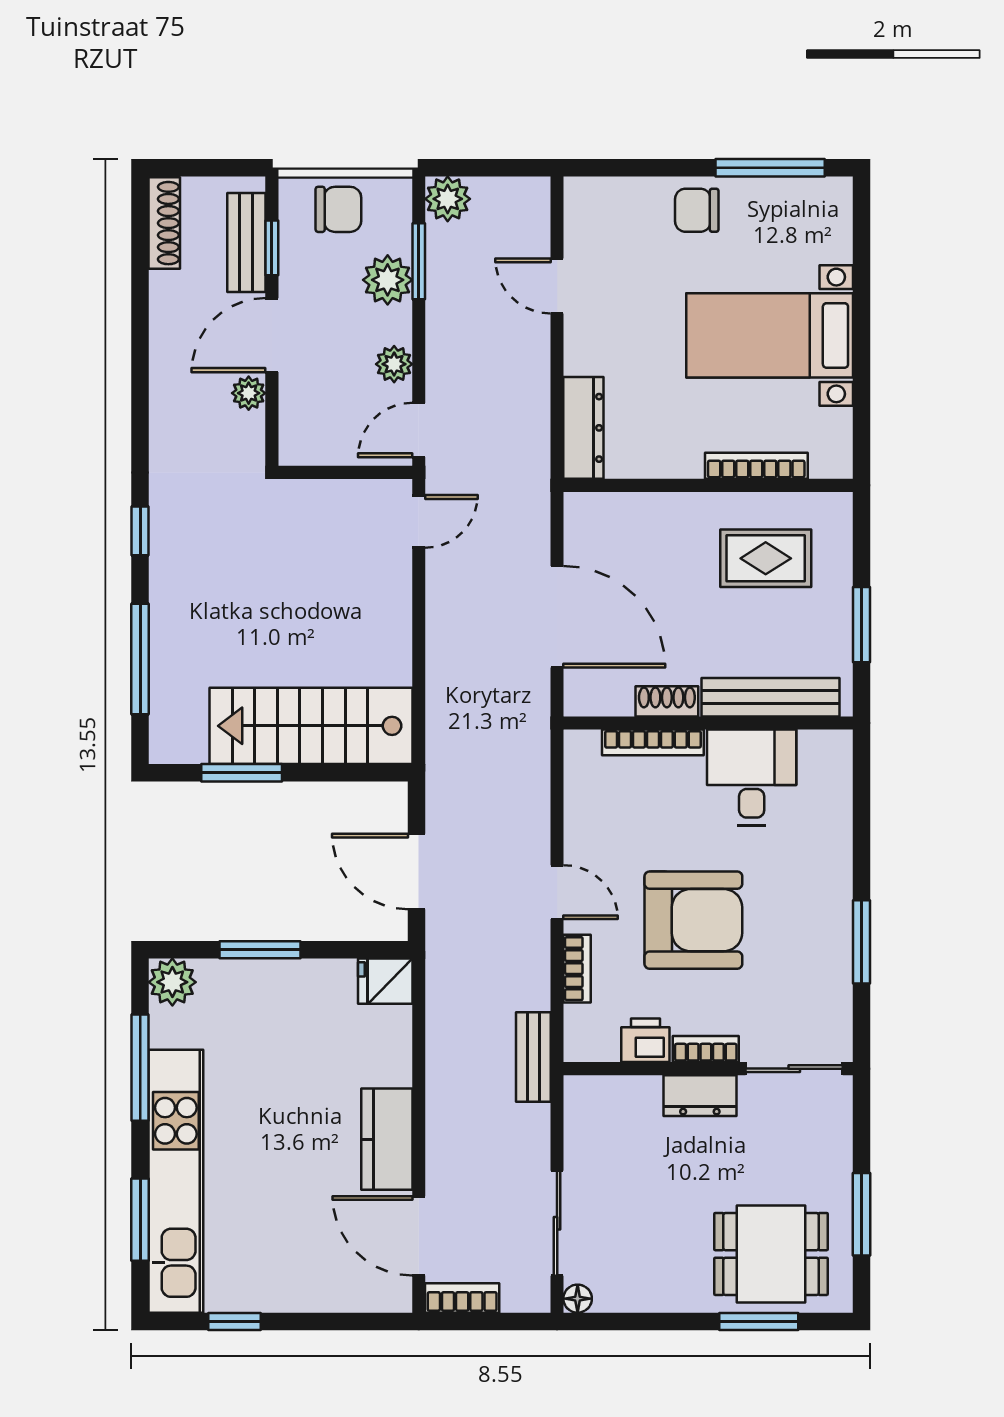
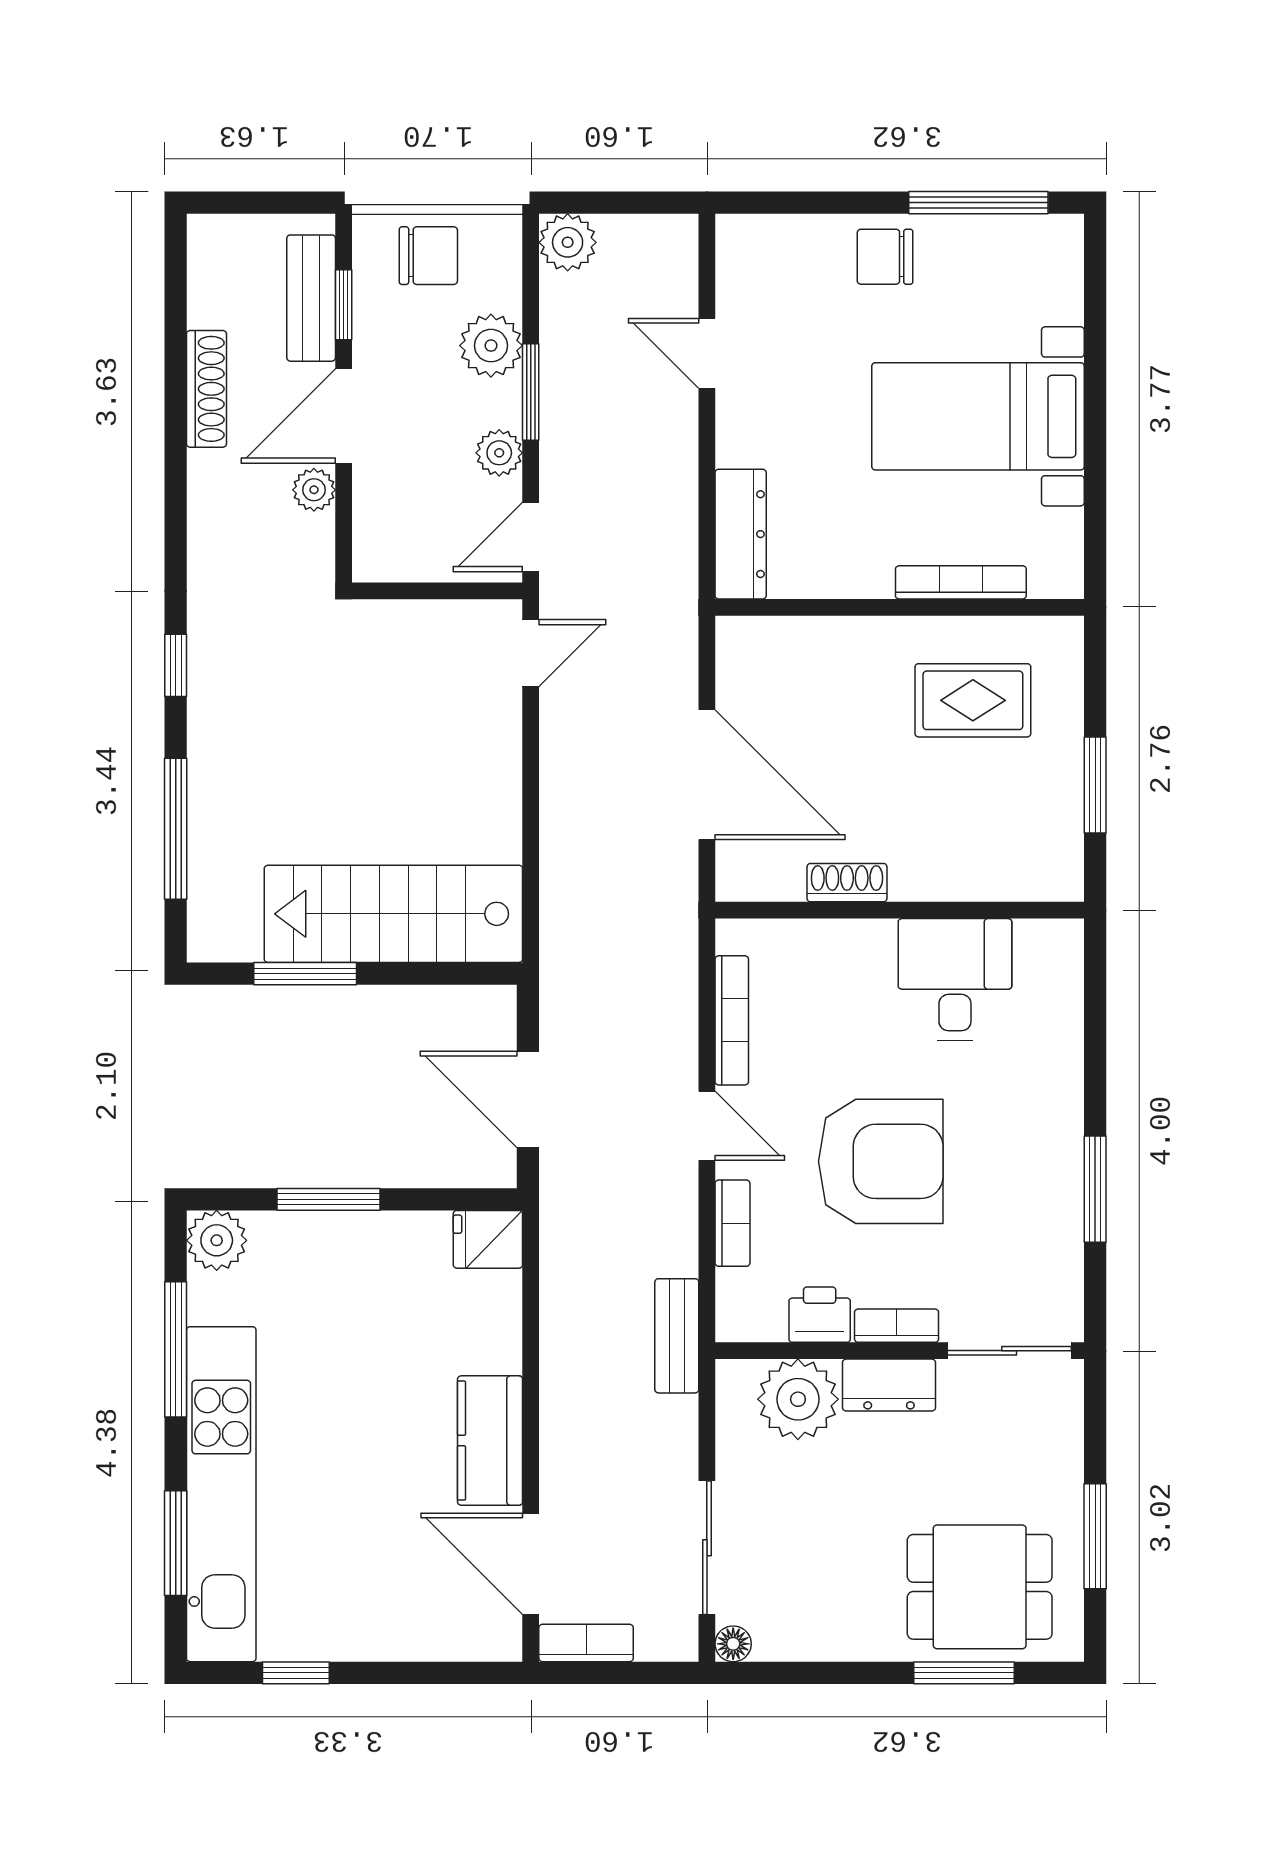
shoe rack: (164, 223) -> (206, 389), moved
window: (419, 261) -> (531, 392), moved
bench: (770, 697) -> (979, 877), removed
bookcase: (653, 742) -> (732, 1020), moved, turned -90
plant: (628, 1107) -> (798, 1399), added

